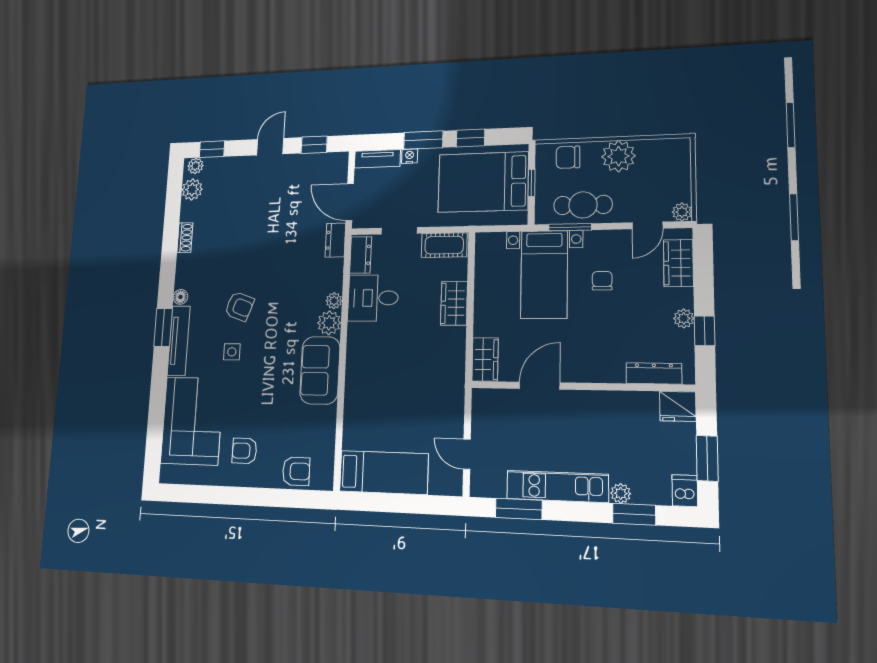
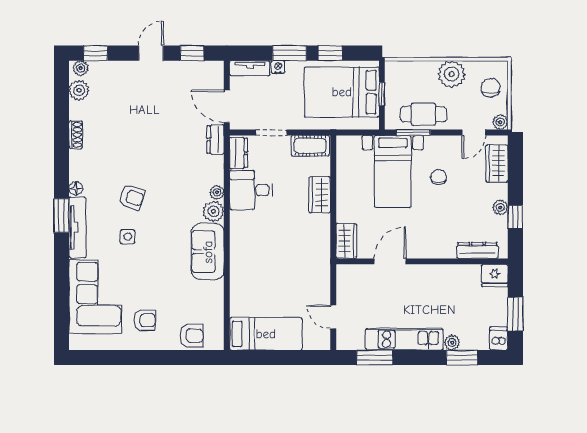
chair: (568, 157) -> (491, 88), moved, turned 90
armchair: (244, 451) -> (145, 320), turned 180

